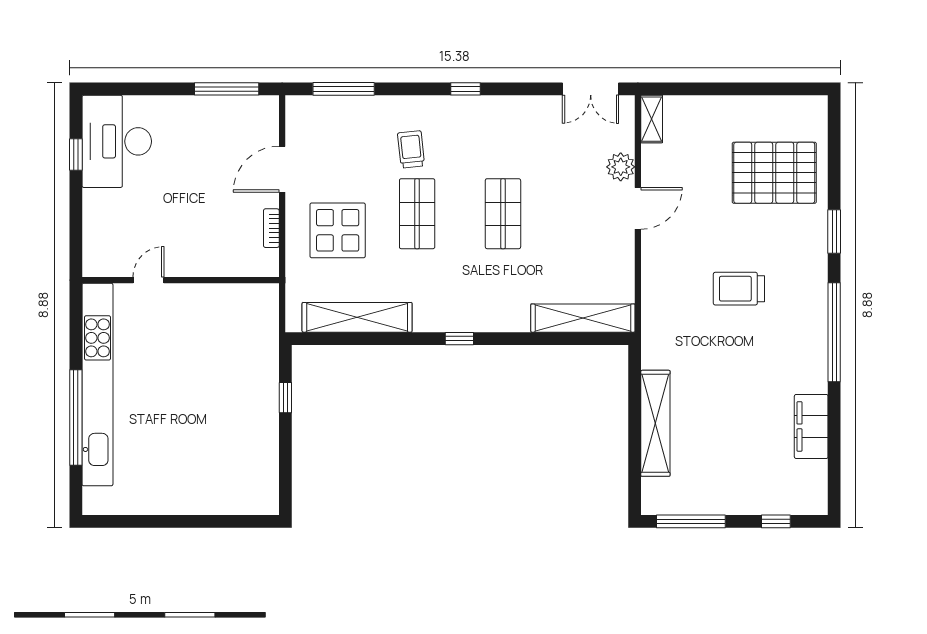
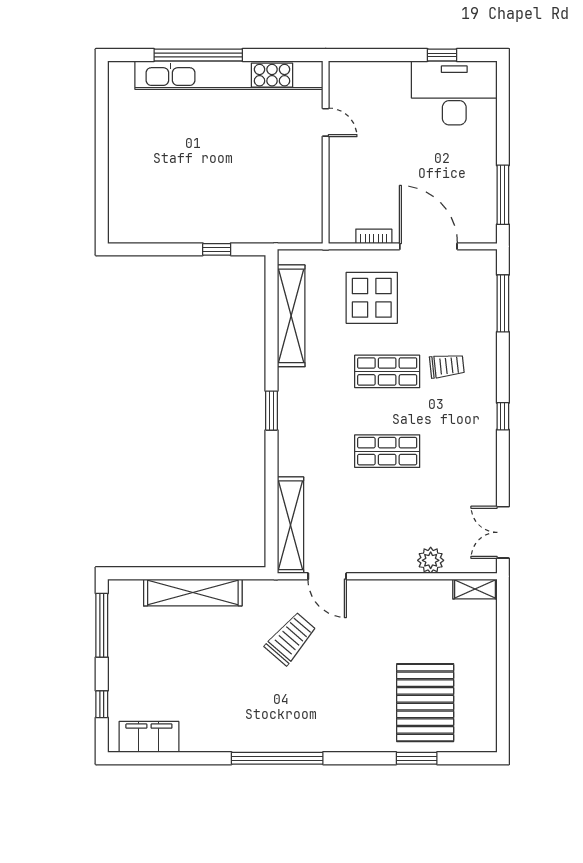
door: (282, 169) -> (428, 246), width x1.36
door: (638, 208) -> (327, 576), moved
window: (834, 232) -> (417, 758), moved
trolley: (739, 289) -> (291, 639), moved, turned 41
window: (459, 339) -> (271, 411), width x1.50
filing cabinet: (811, 426) -> (149, 737), moved

